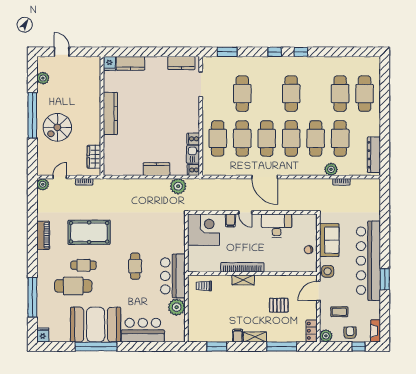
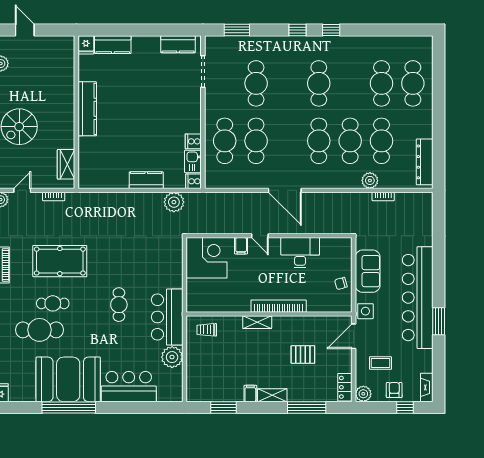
cafe table: (267, 138) -> (287, 141), removed
bookcase: (242, 267) -> (279, 306), moved

